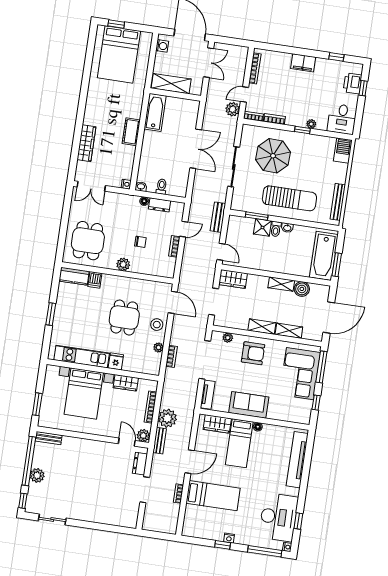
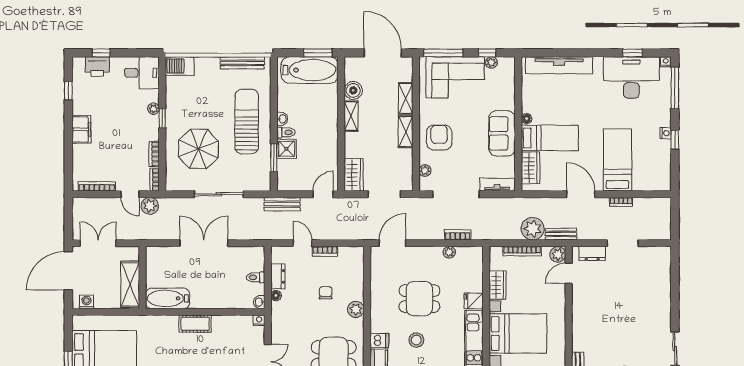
stool: (157, 325) -> (416, 340), moved
plant: (308, 405) -> (491, 63), added

